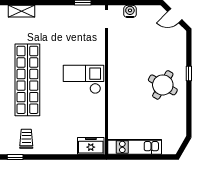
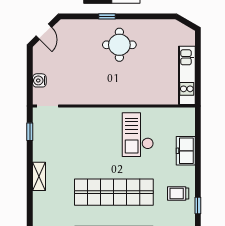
shelving: (21, 11) -> (39, 176), moved
checkout: (84, 79) -> (138, 135), moved
round table: (163, 85) -> (119, 45), turned -30
freezer: (91, 146) -> (186, 151), moved

